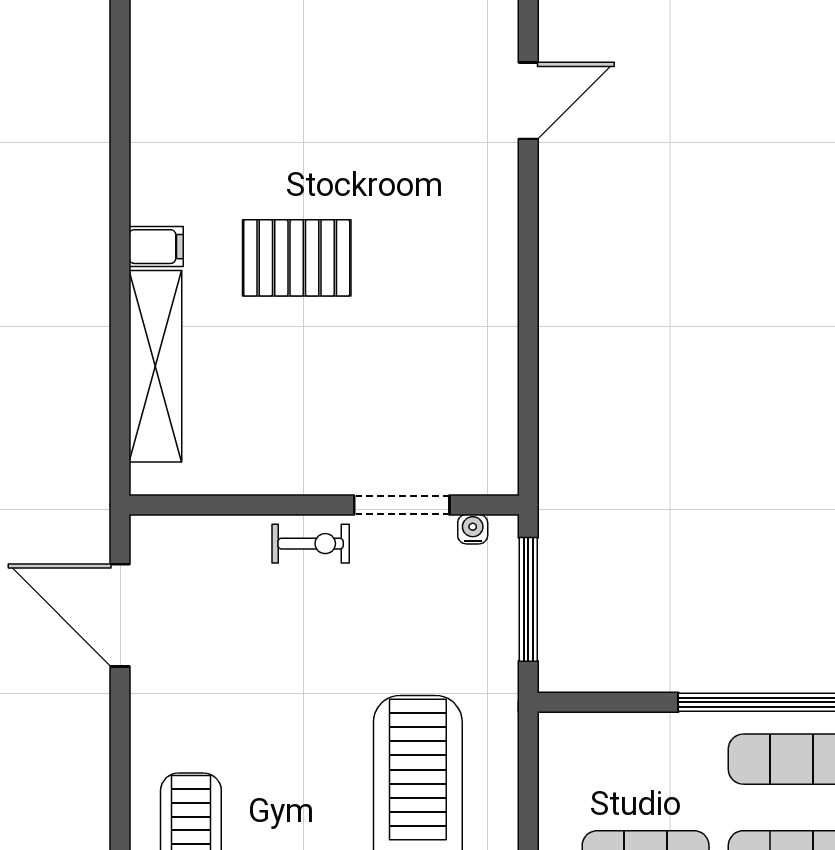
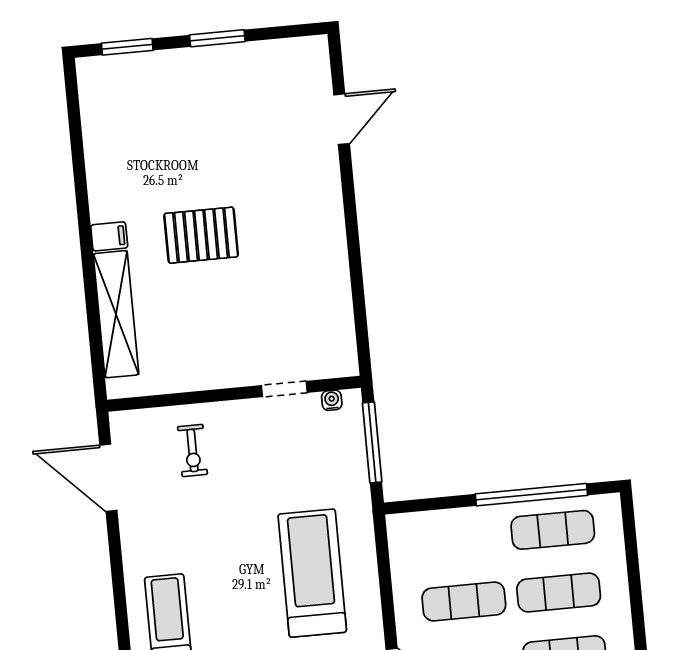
doorway: (402, 505) -> (284, 389), width x0.73
exercise bike: (311, 544) -> (193, 450), moved, turned 90

